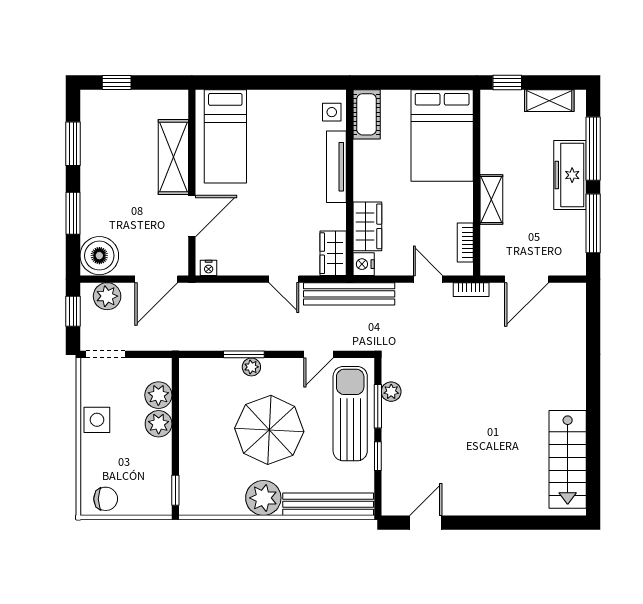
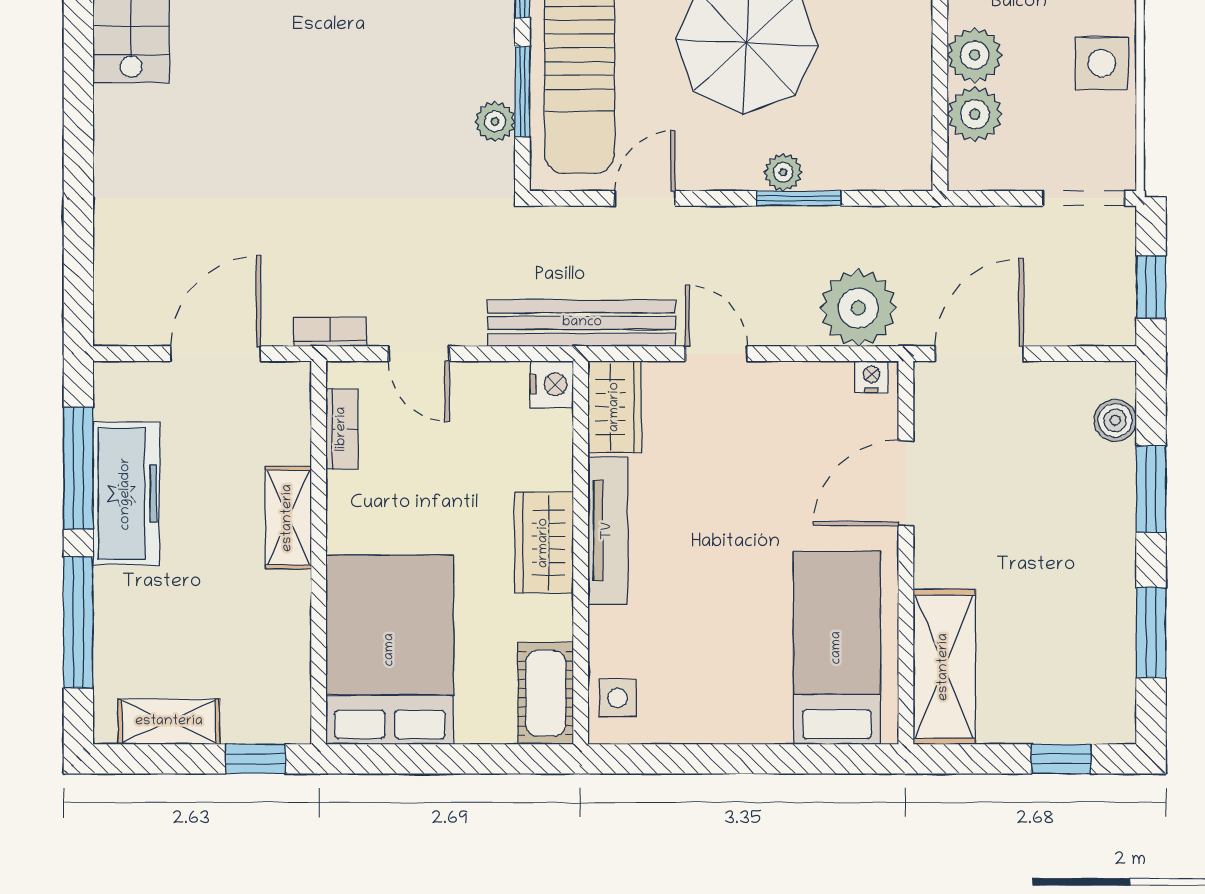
shelving: (173, 157) -> (944, 667), moved
tv unit: (336, 167) -> (608, 531), moved
freezer: (570, 175) -> (126, 494), moved
wardrobe: (367, 226) -> (544, 543), moved
boiler: (99, 256) -> (1115, 420), width x0.54, depth x0.54
plant: (107, 296) -> (858, 308), moved, width x1.36, depth x1.36

